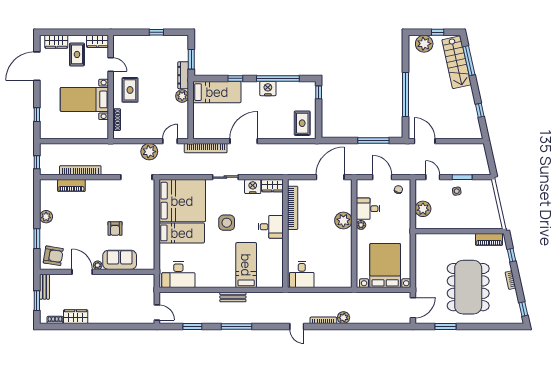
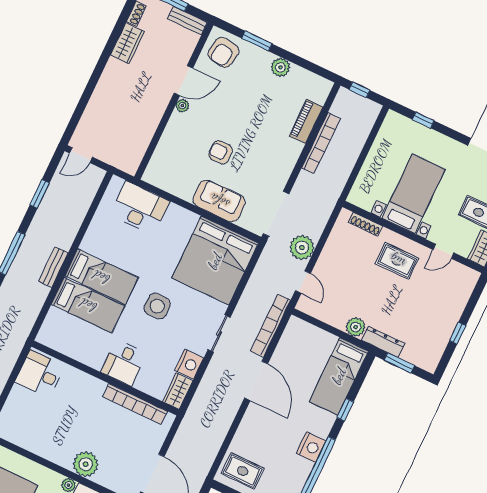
bed: (182, 233) -> (101, 277), moved, turned -90
sofa: (120, 260) -> (219, 201), moved, turned -90
desk: (178, 275) -> (140, 208), moved, turned 90

